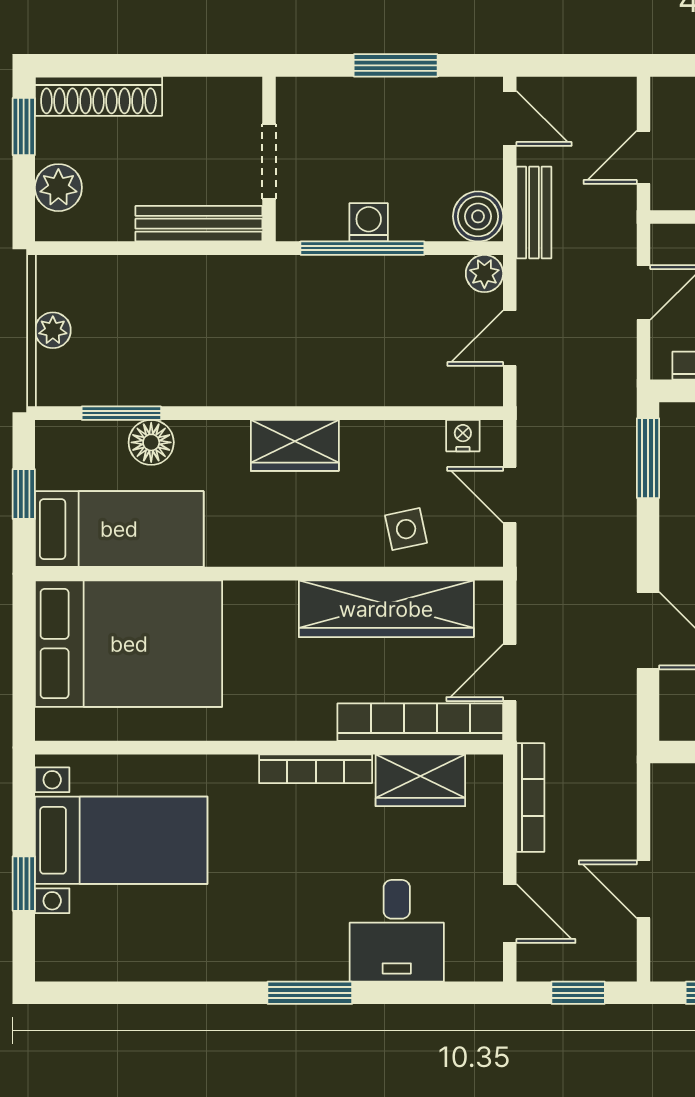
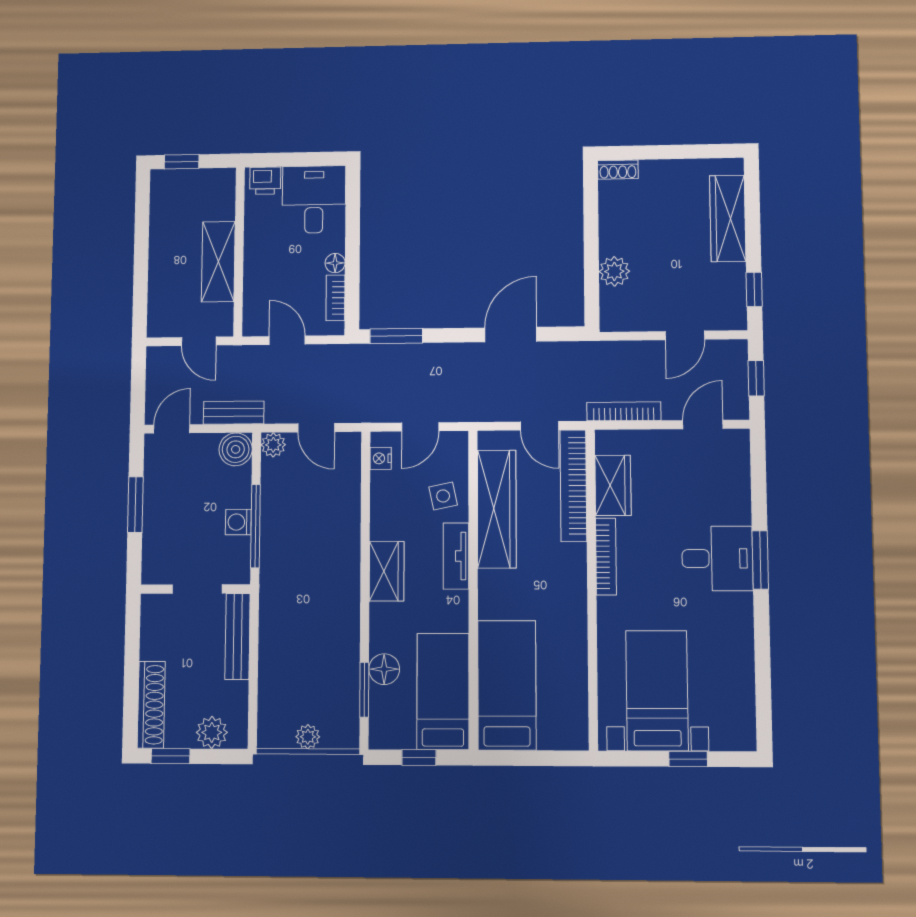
tv unit: (317, 548) -> (456, 556), added
bed: (129, 644) -> (507, 685), width x0.67
desk: (397, 931) -> (717, 558), moved

